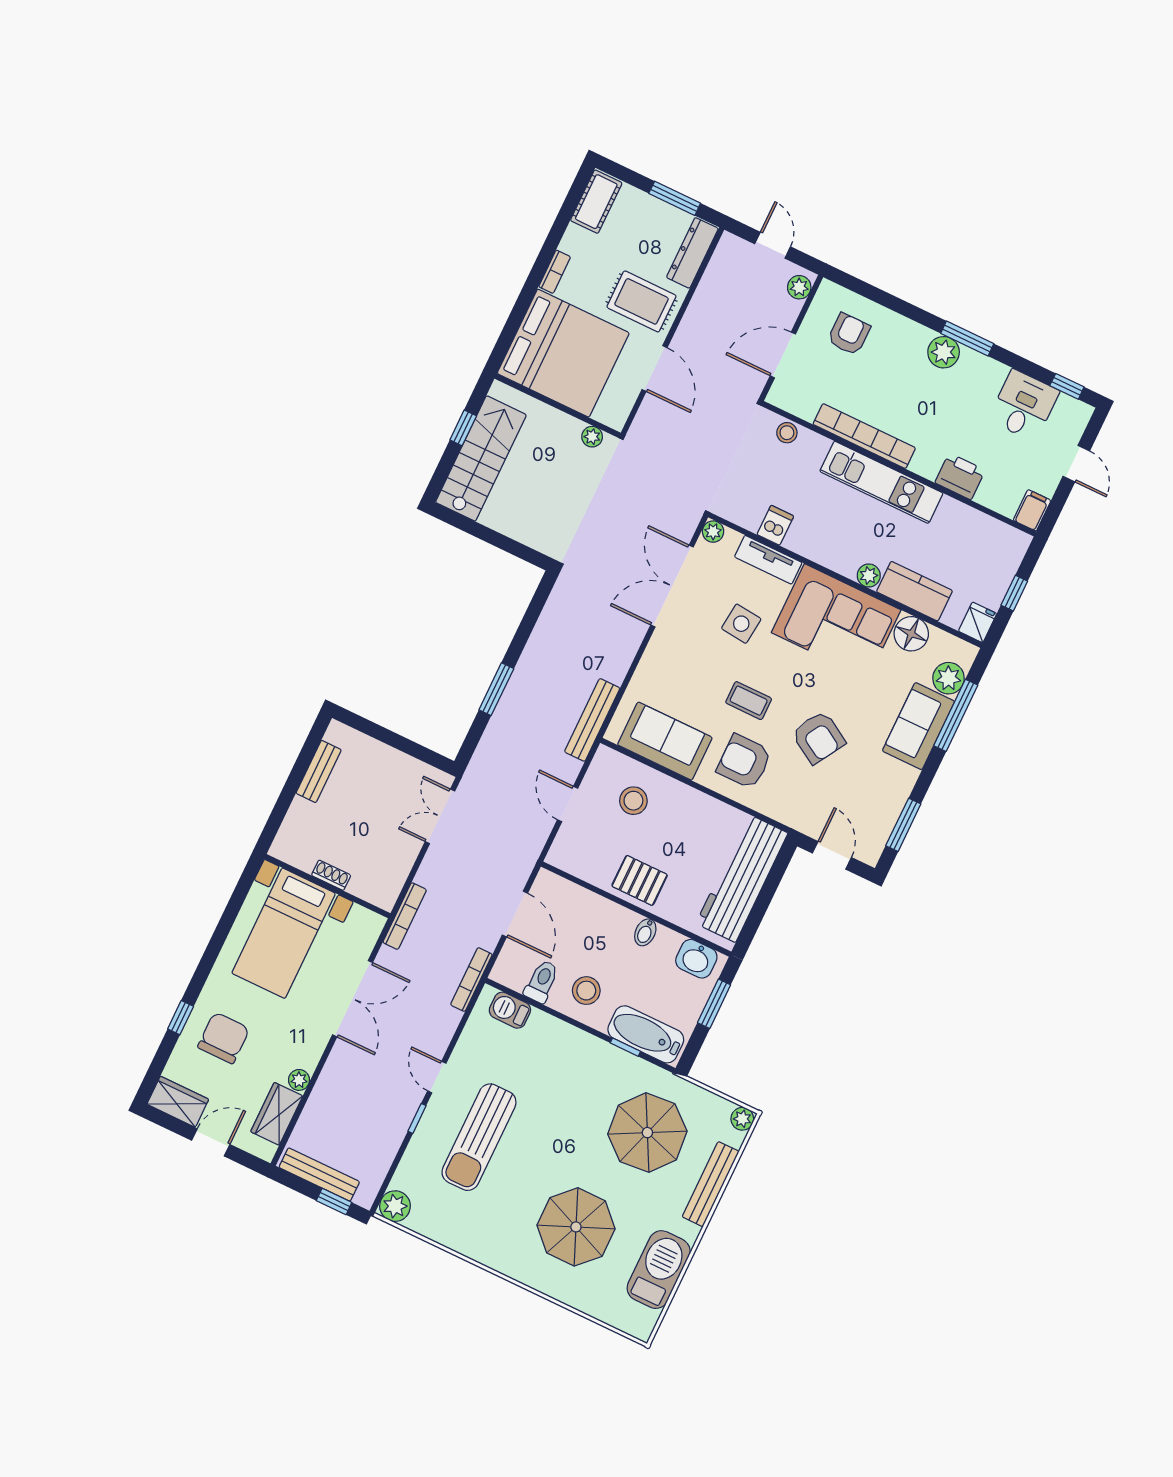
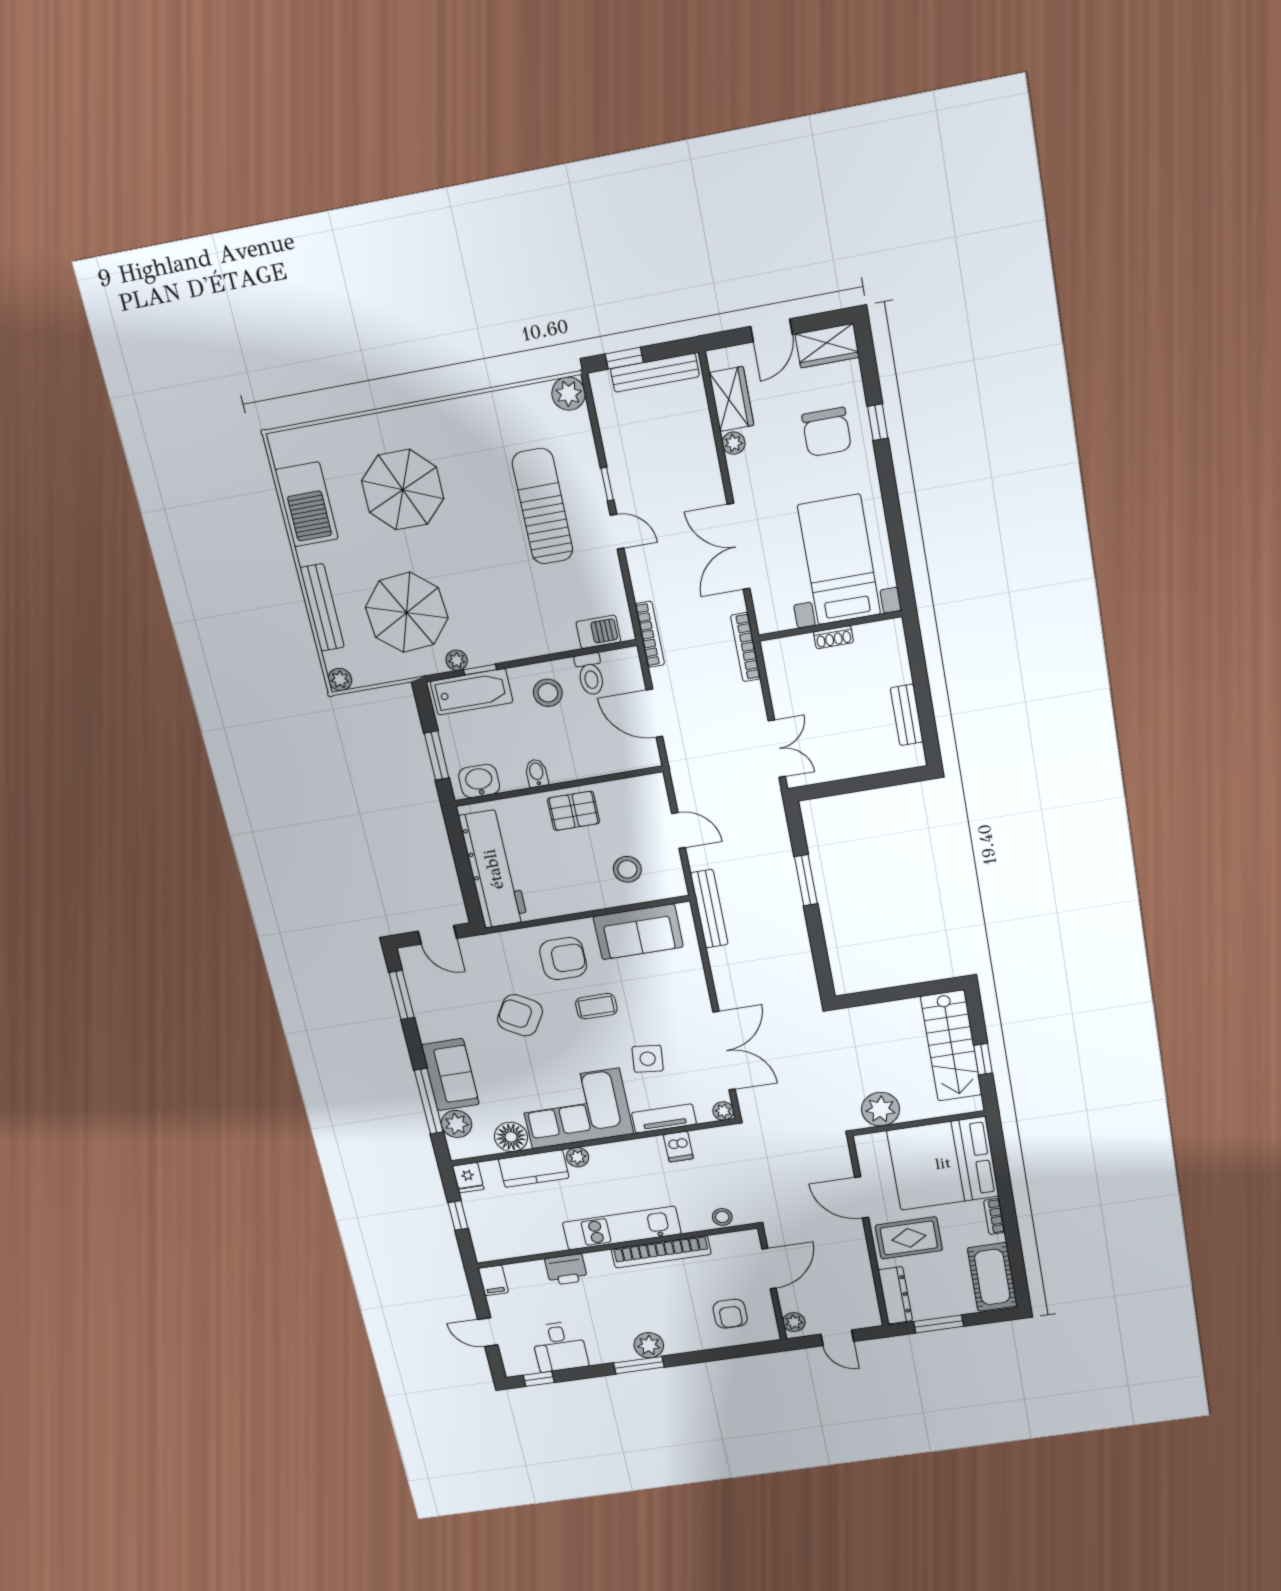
cot: (596, 202) -> (992, 1277), width x1.37, depth x1.34
plant: (592, 437) -> (881, 1109), width x1.88, depth x1.88
plant: (638, 1068) -> (457, 660), added

